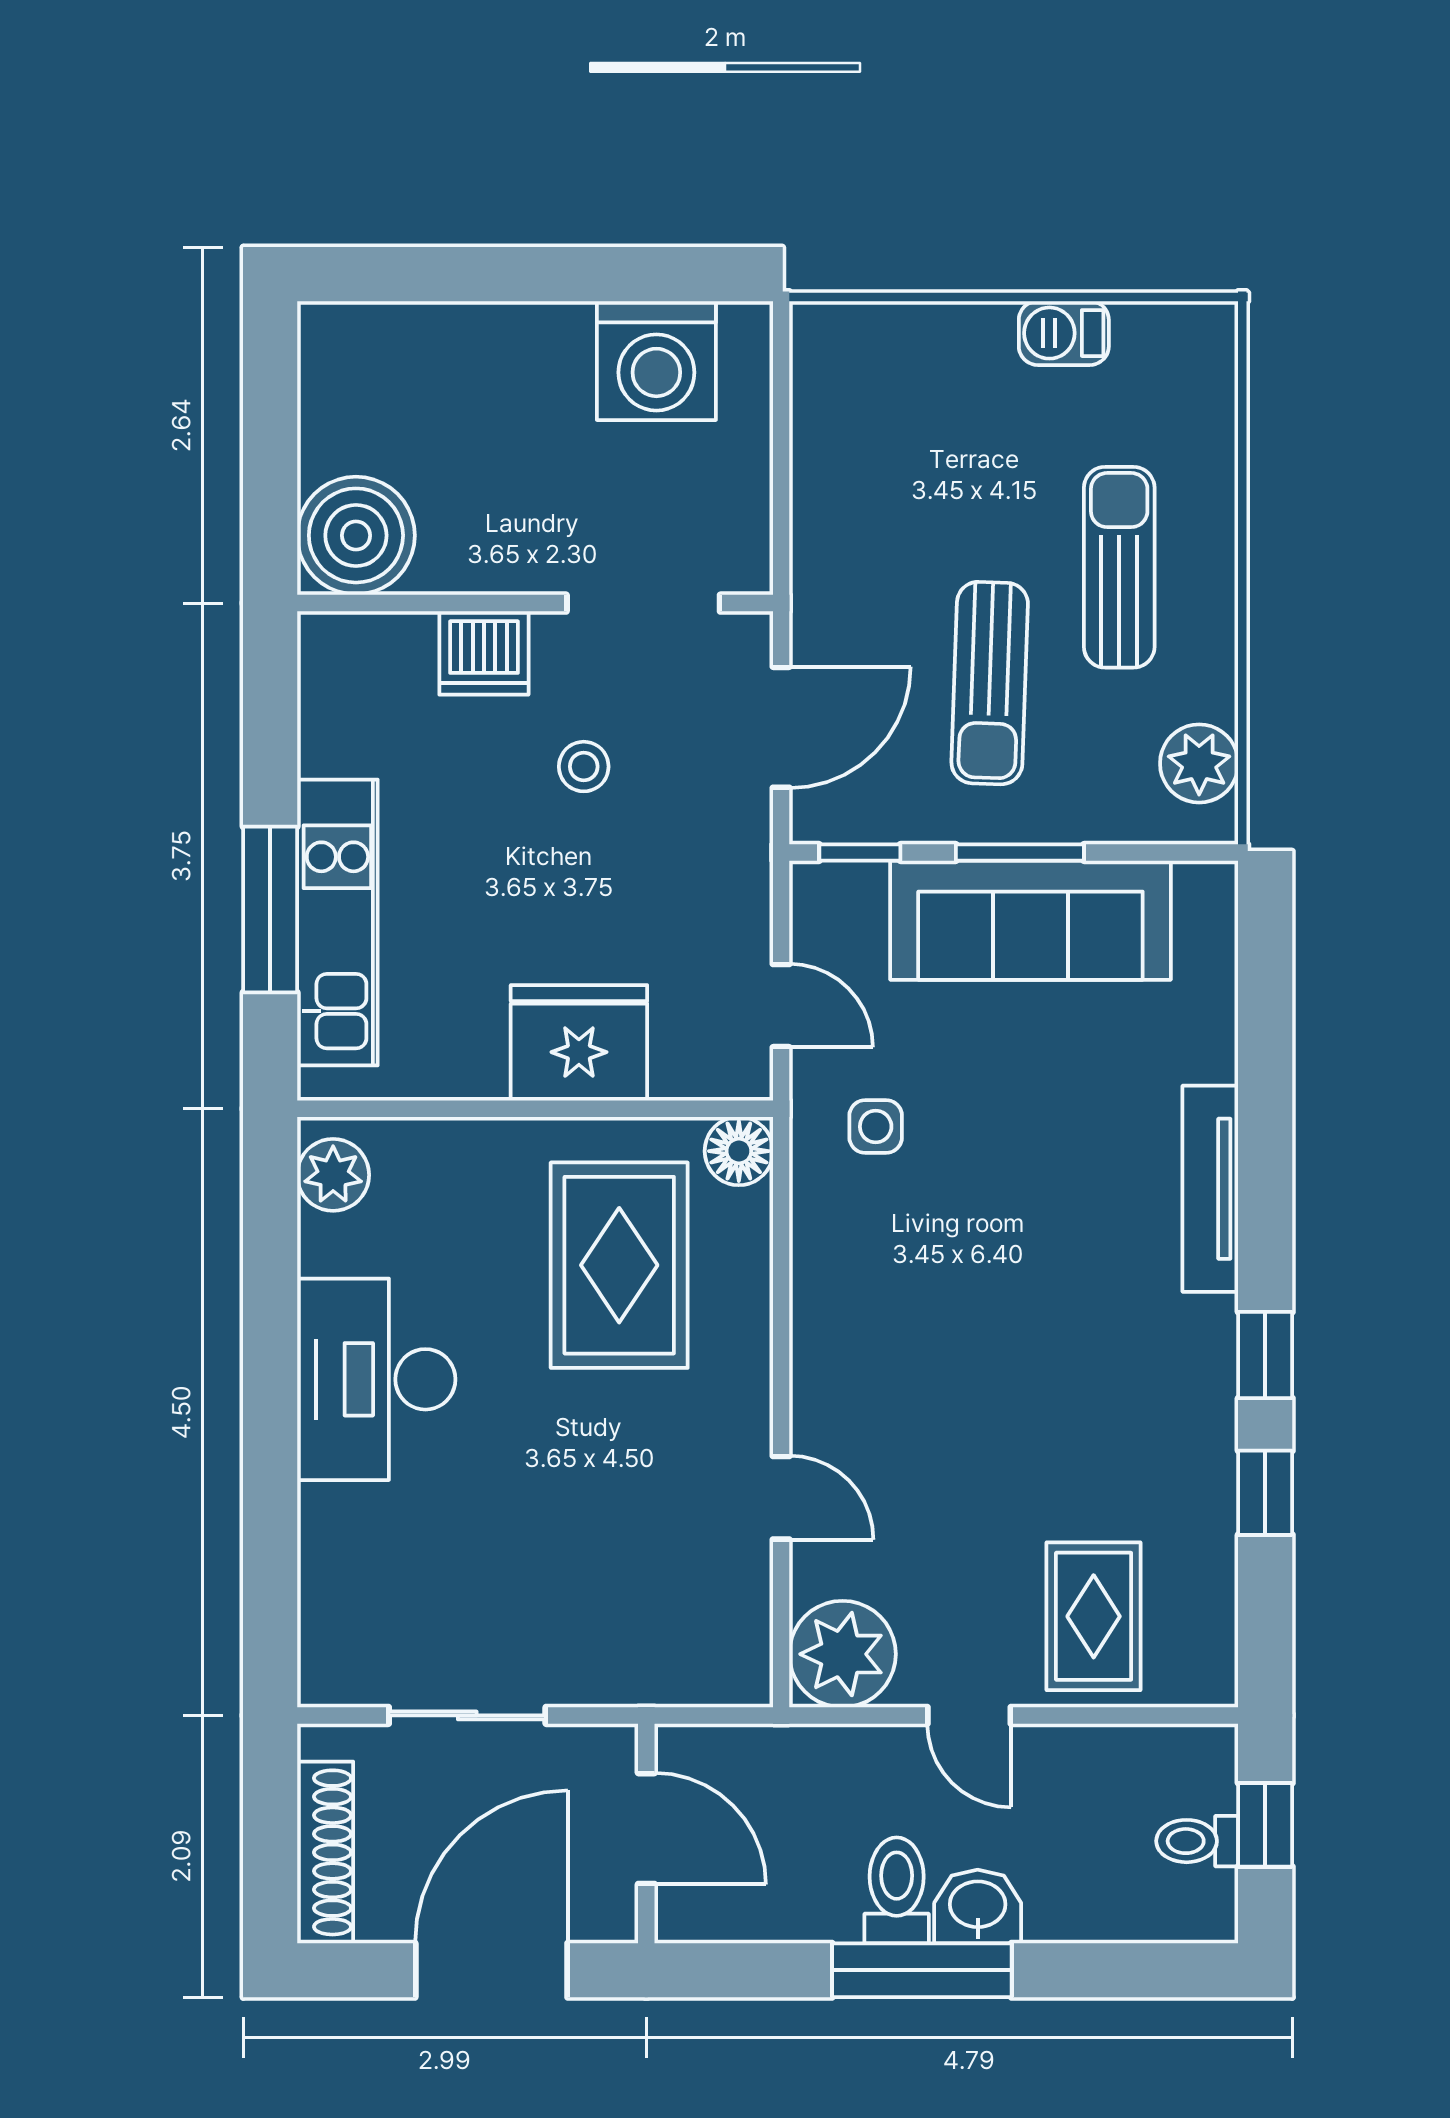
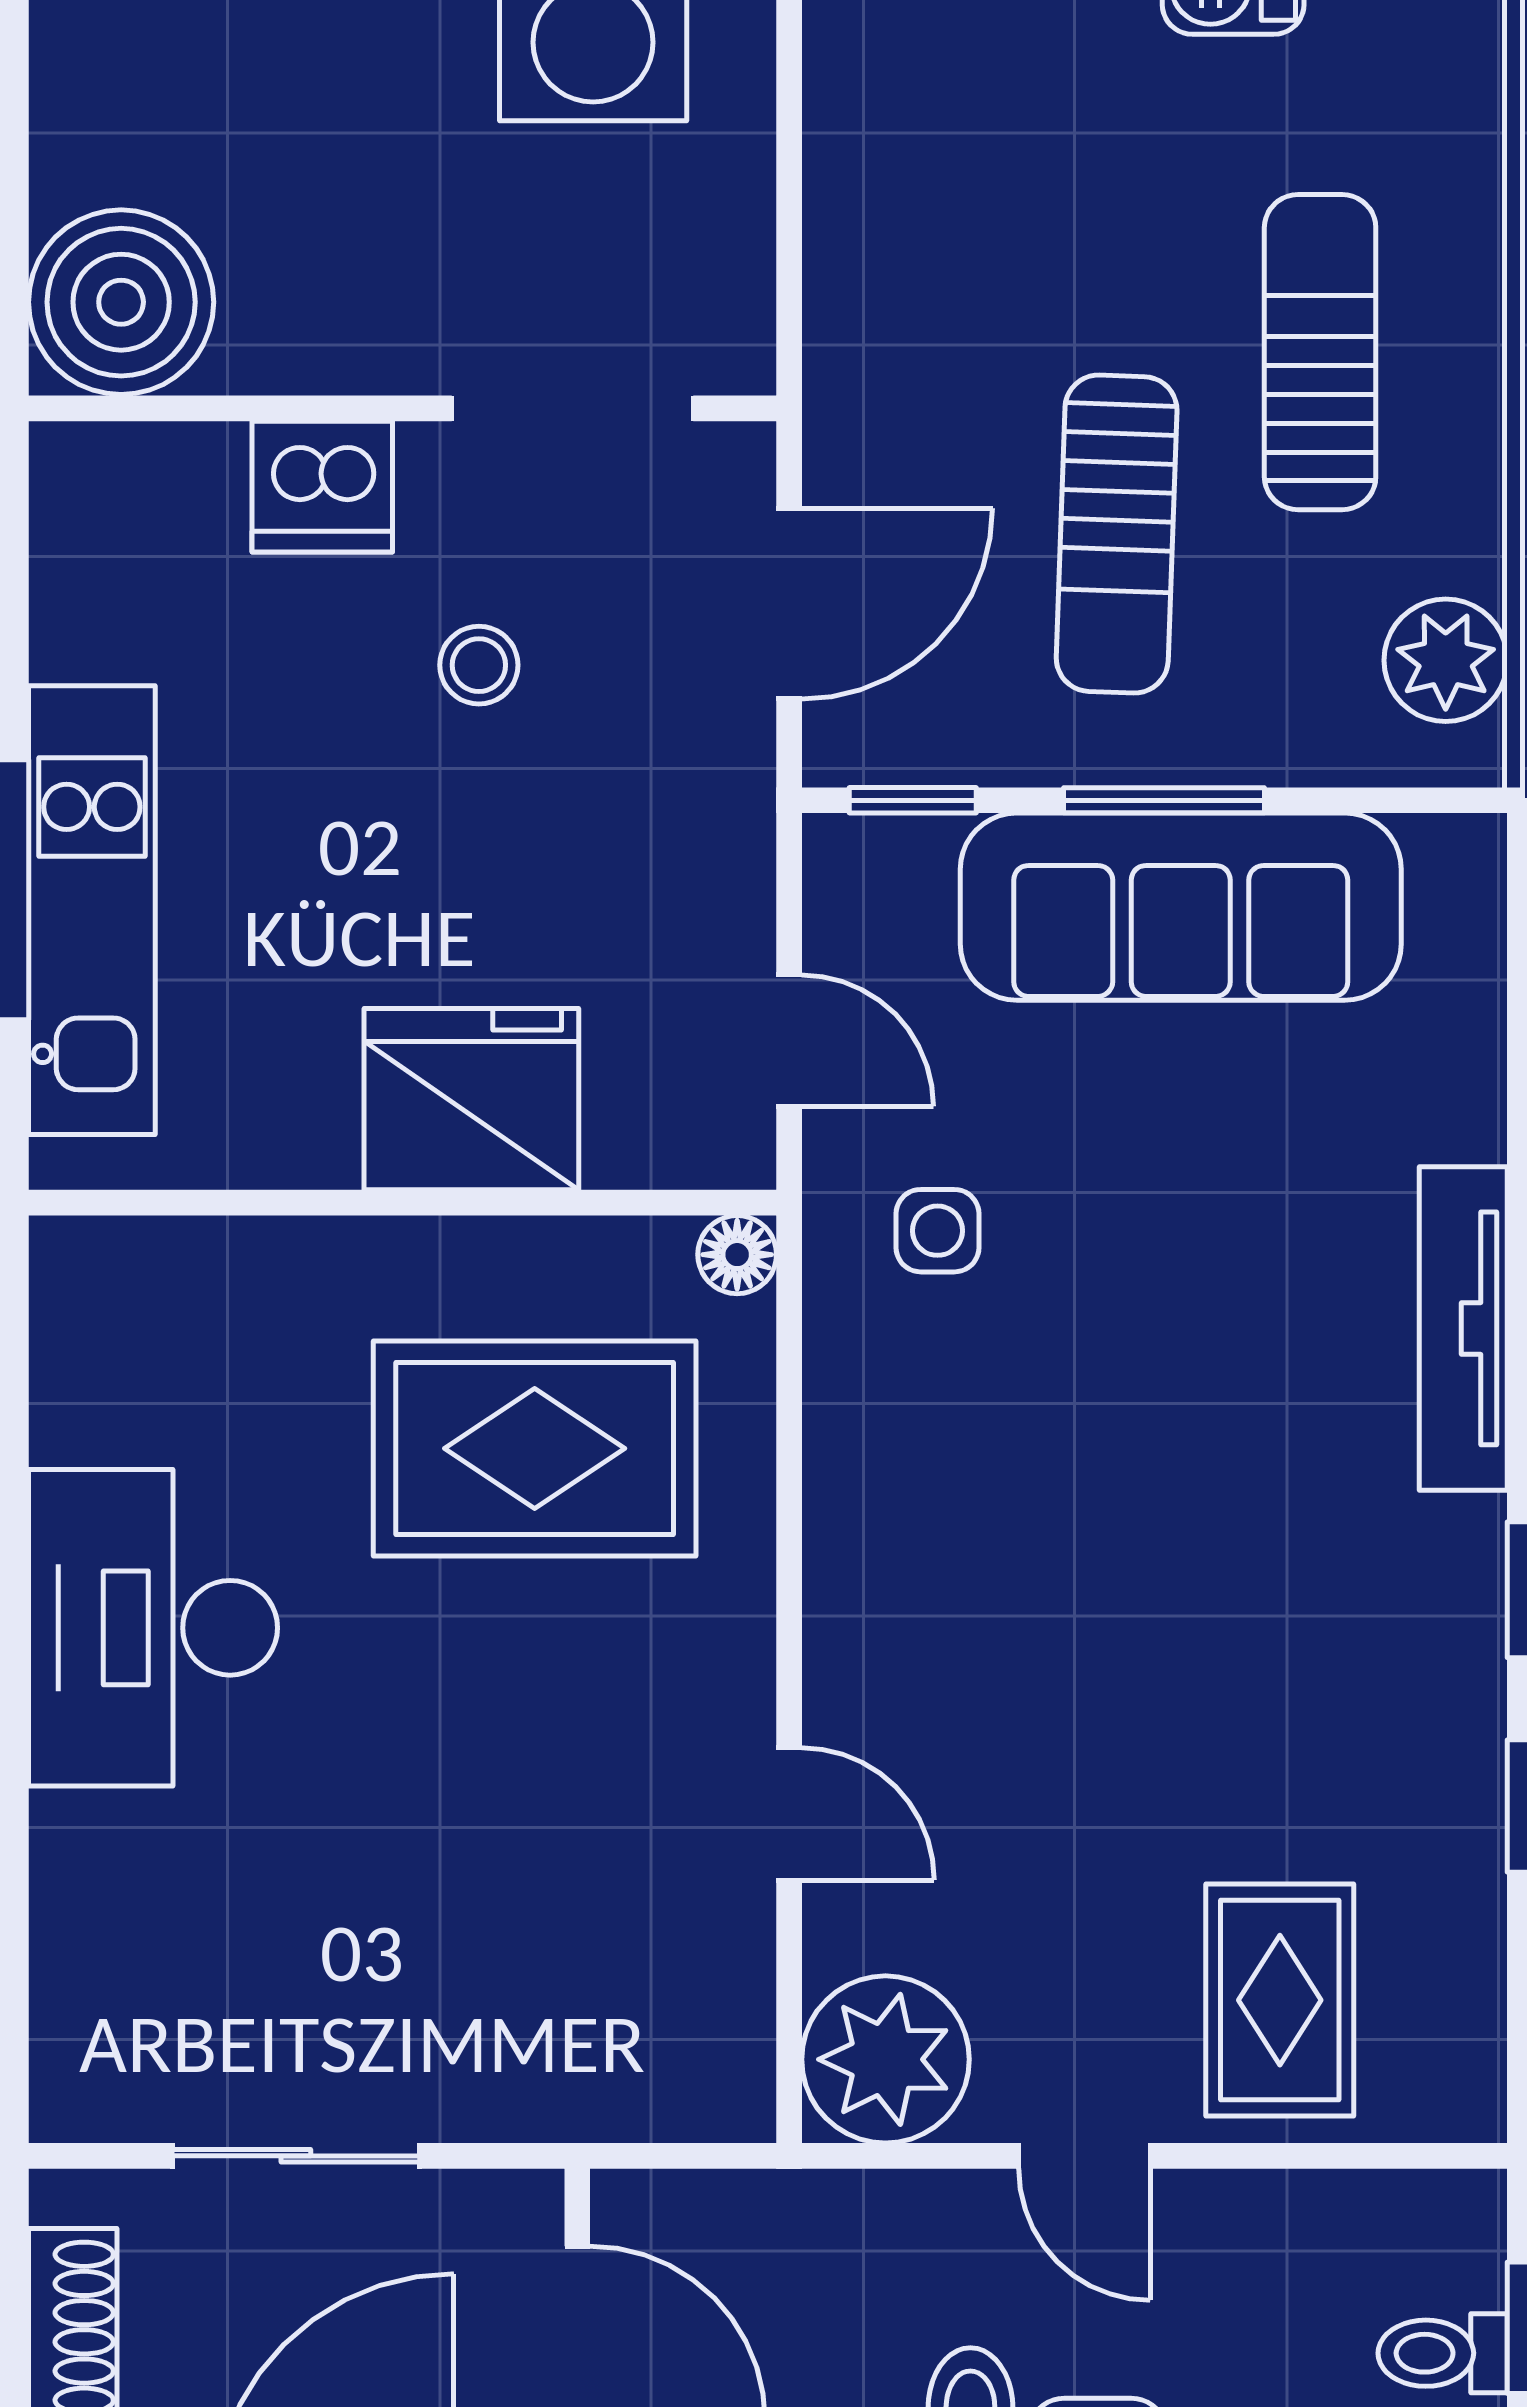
floor lamp: (739, 1151) -> (737, 1255), width x0.73, depth x0.73
plant: (333, 1175) -> (85, 1307), removed
rug: (619, 1265) -> (535, 1448), turned 90

